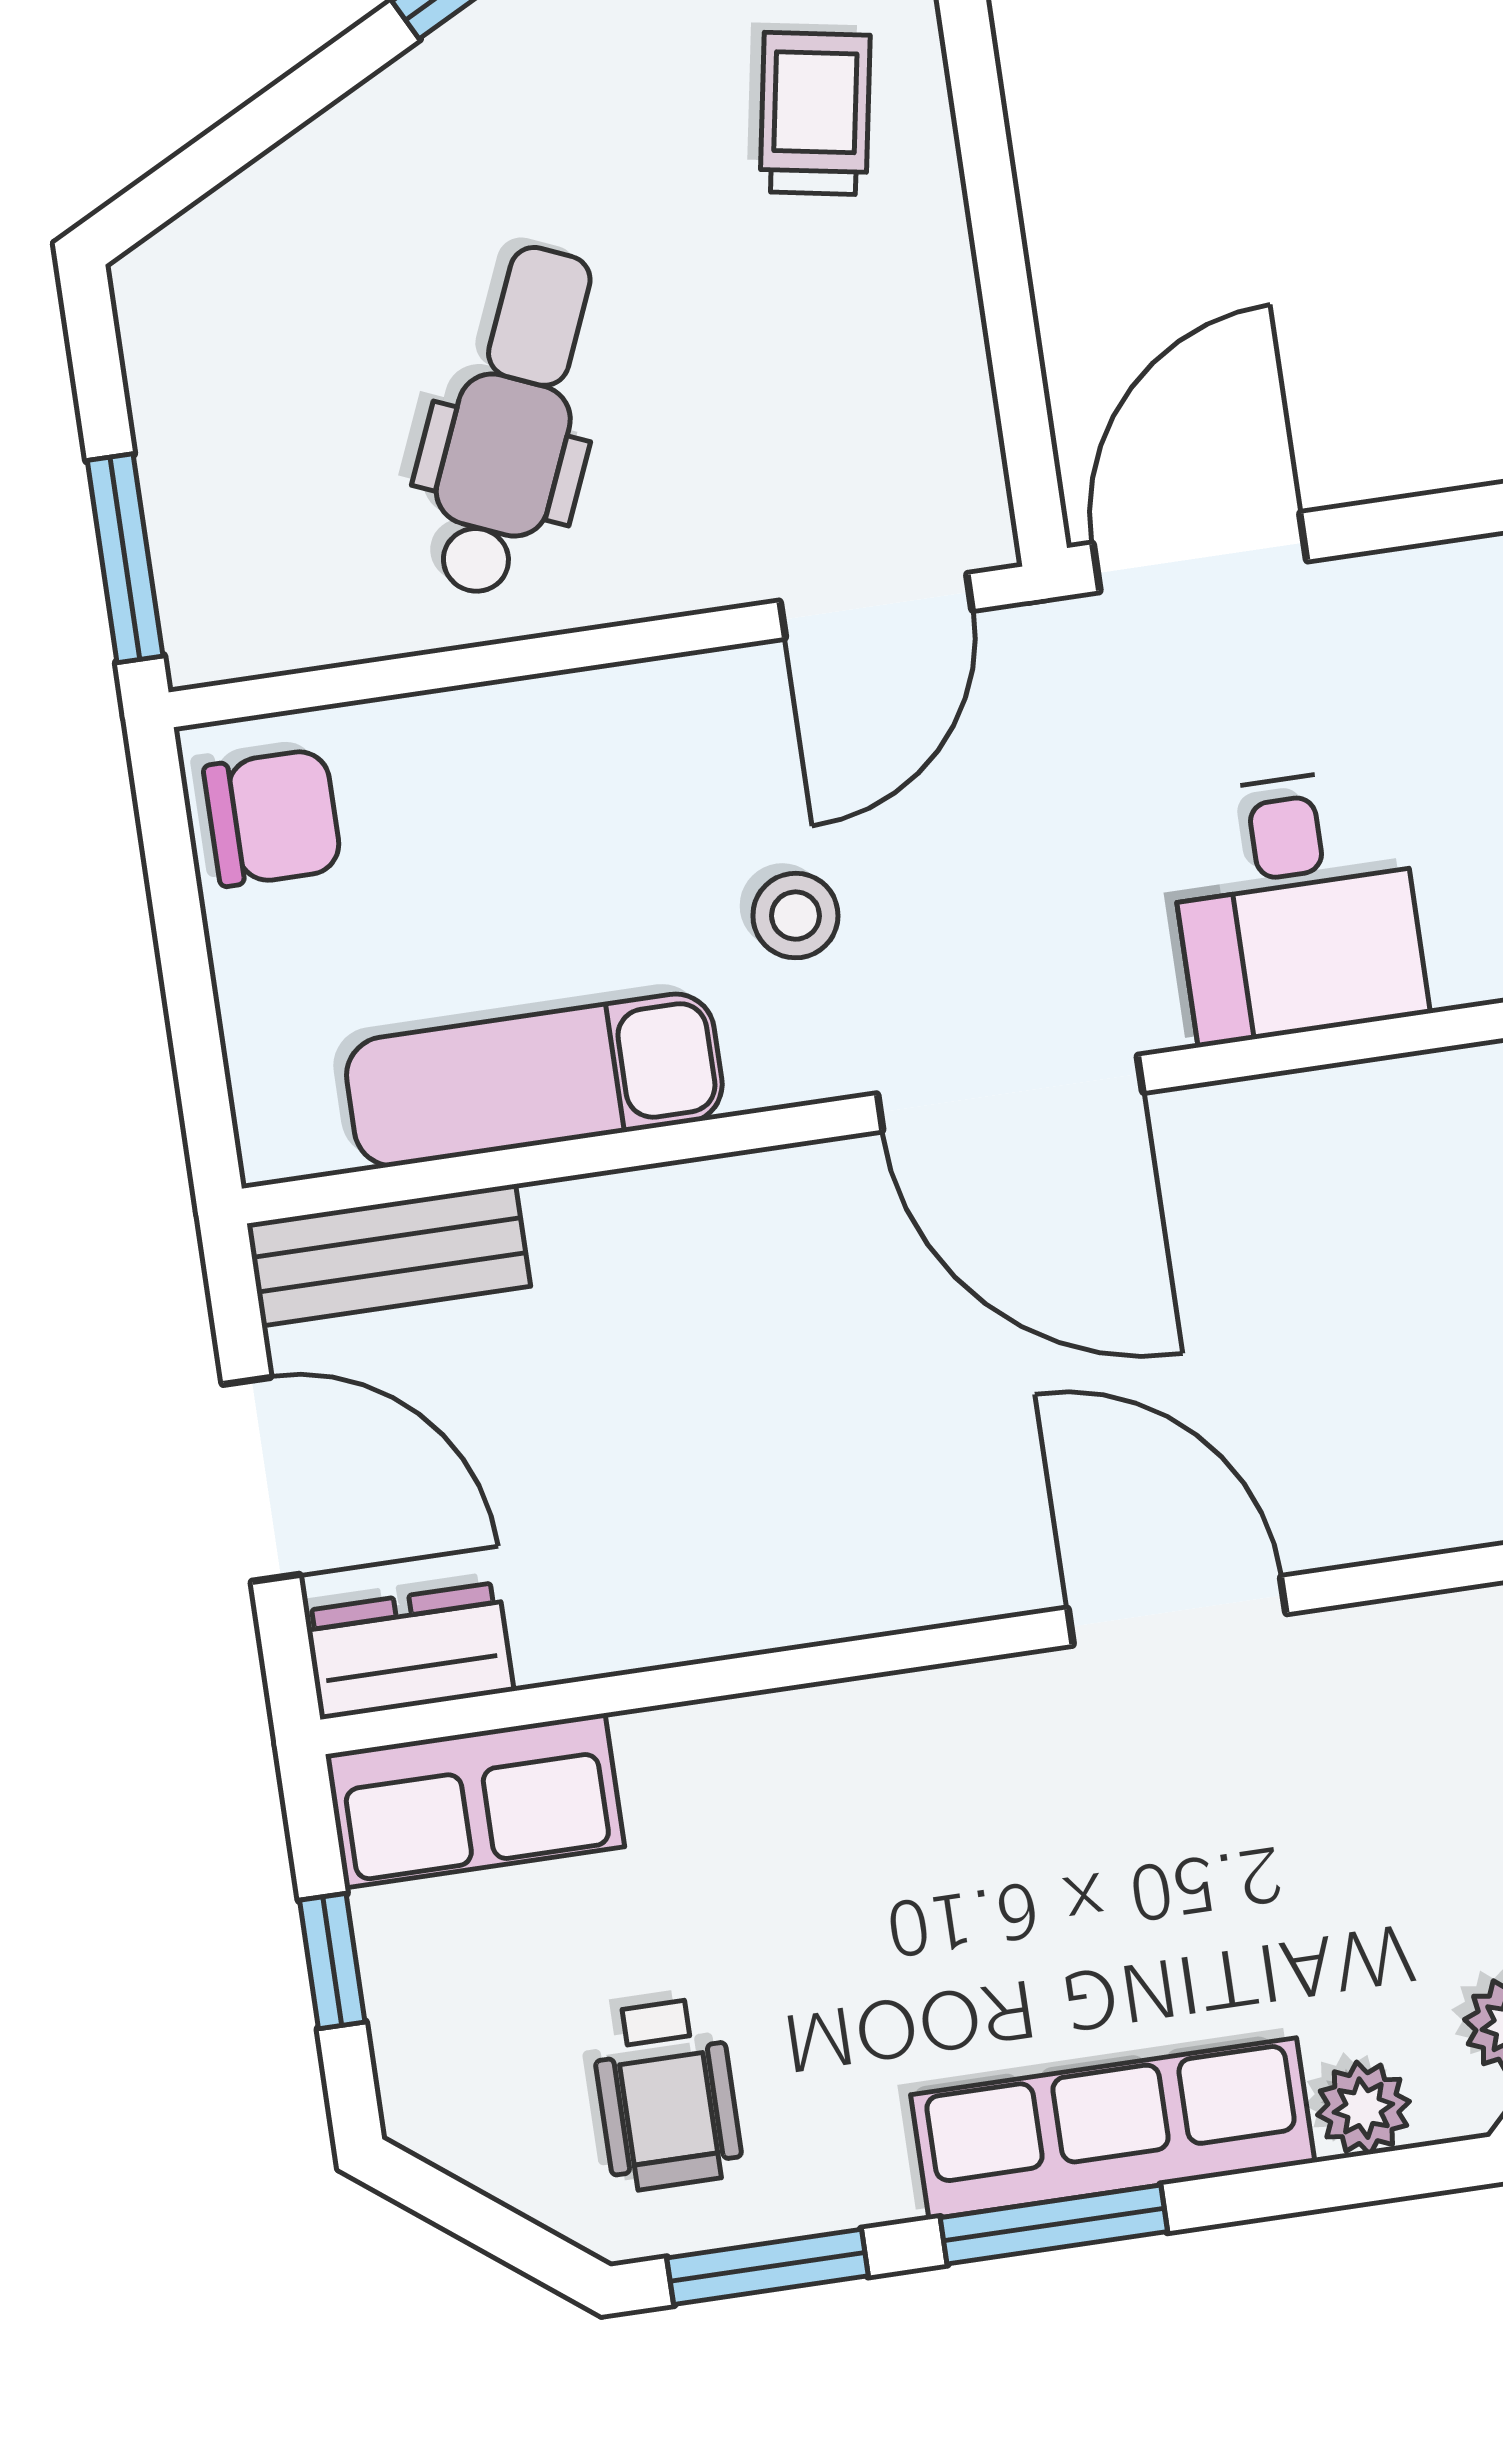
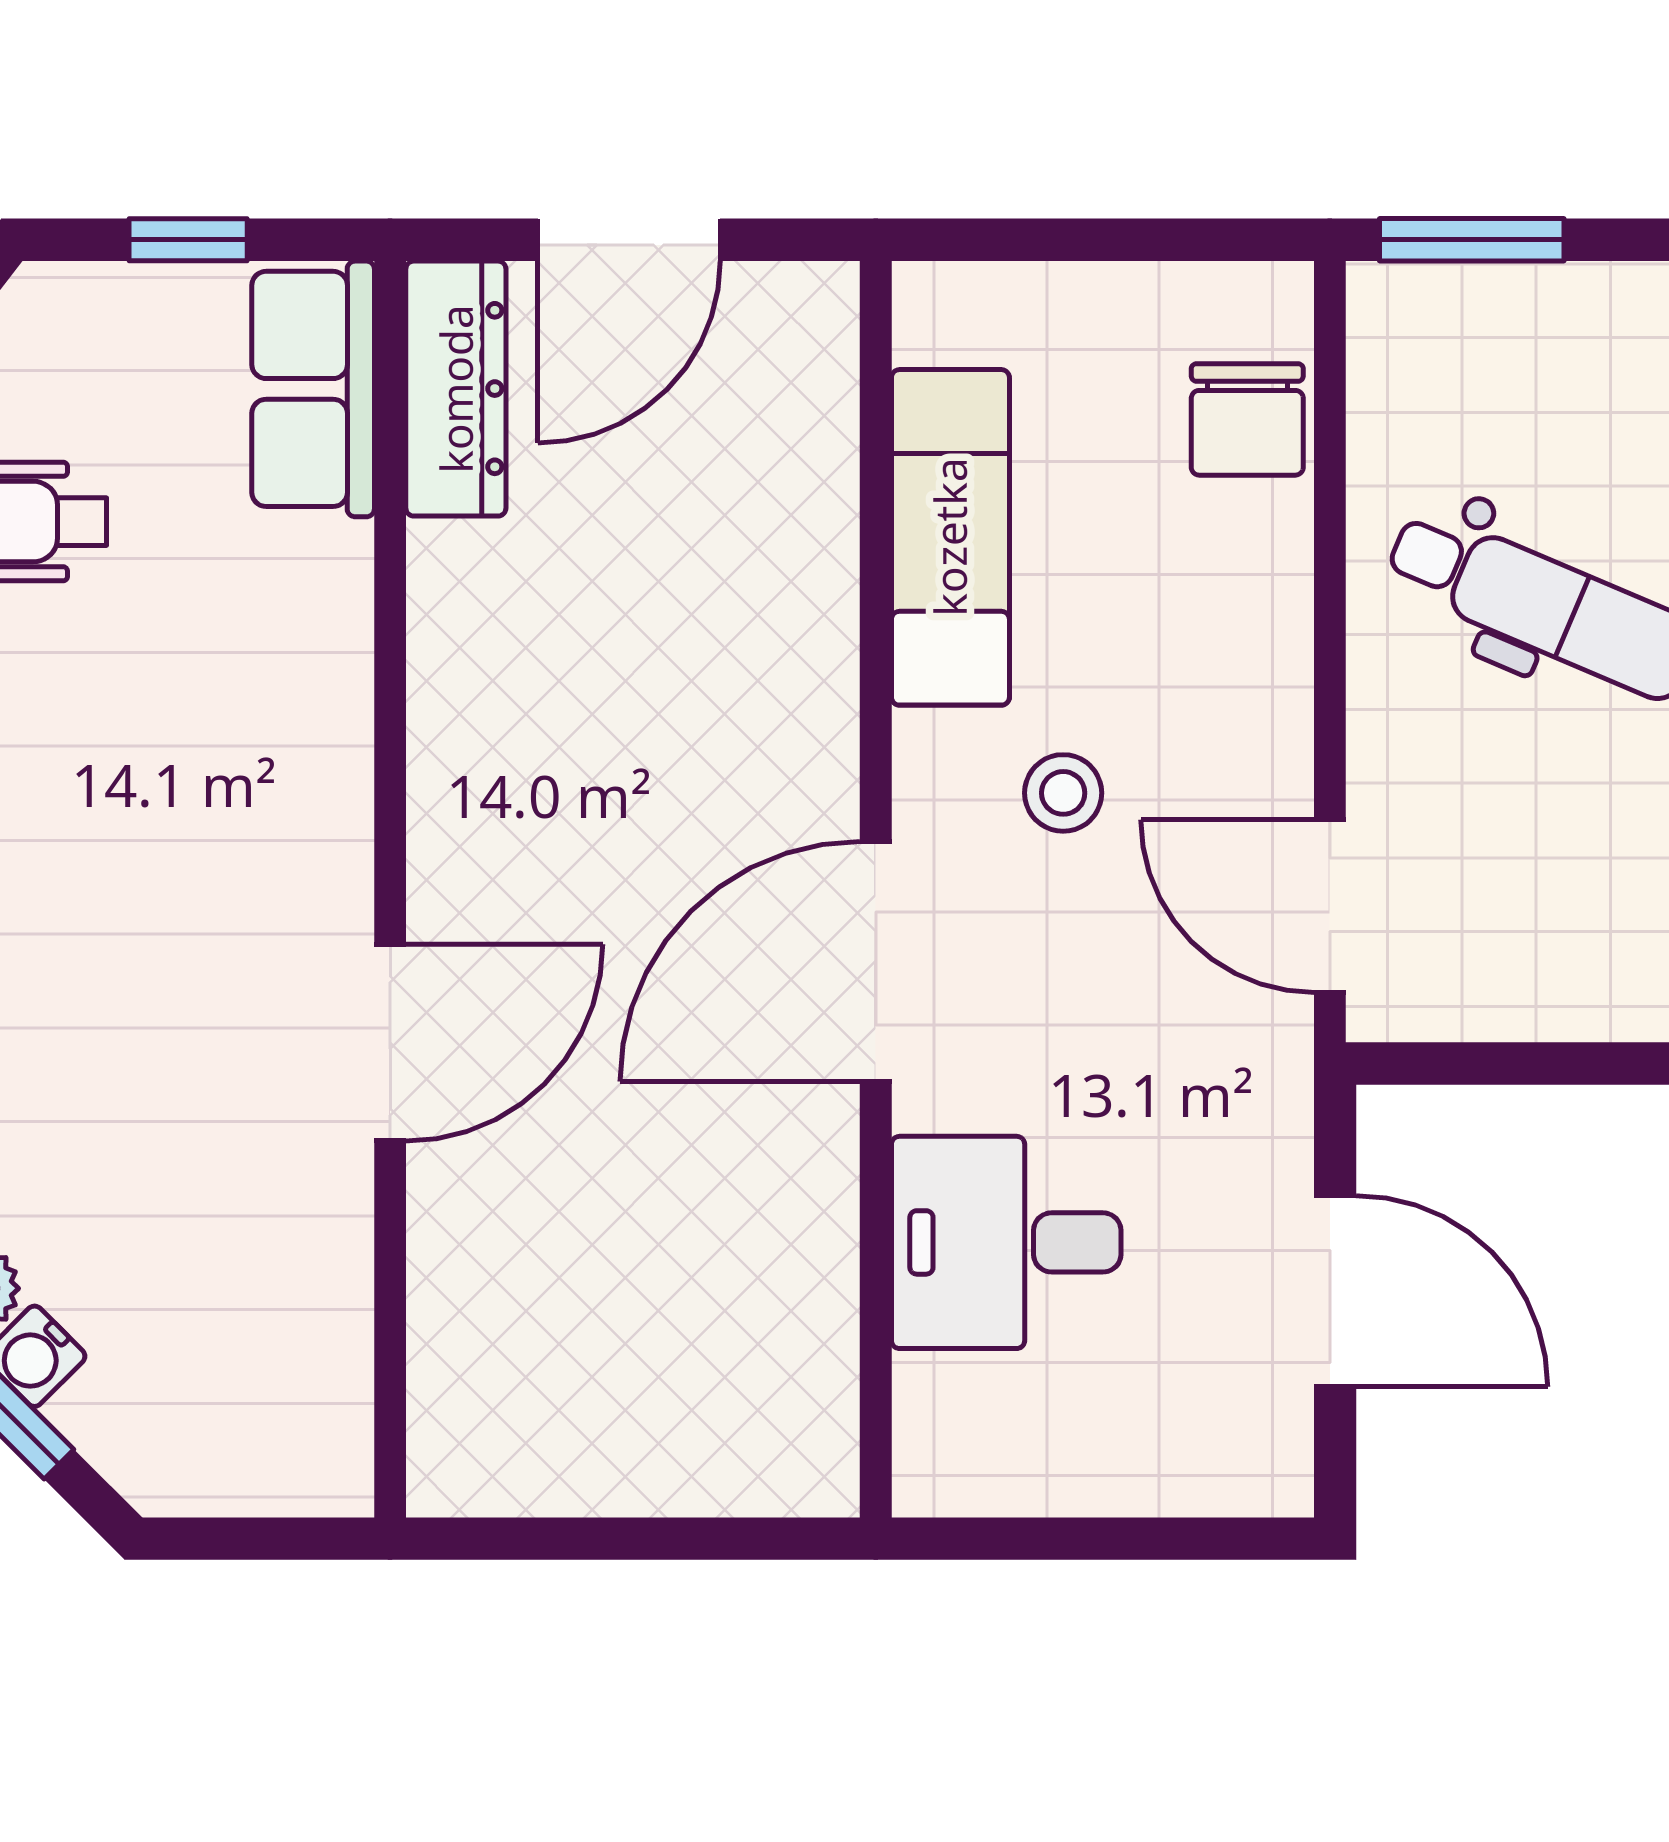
door: (1200, 552) -> (1335, 1291), moved
chair: (273, 818) -> (1247, 419), moved
bench: (389, 1255) -> (813, 384), removed
dresser: (409, 1651) -> (456, 389), width x1.44

